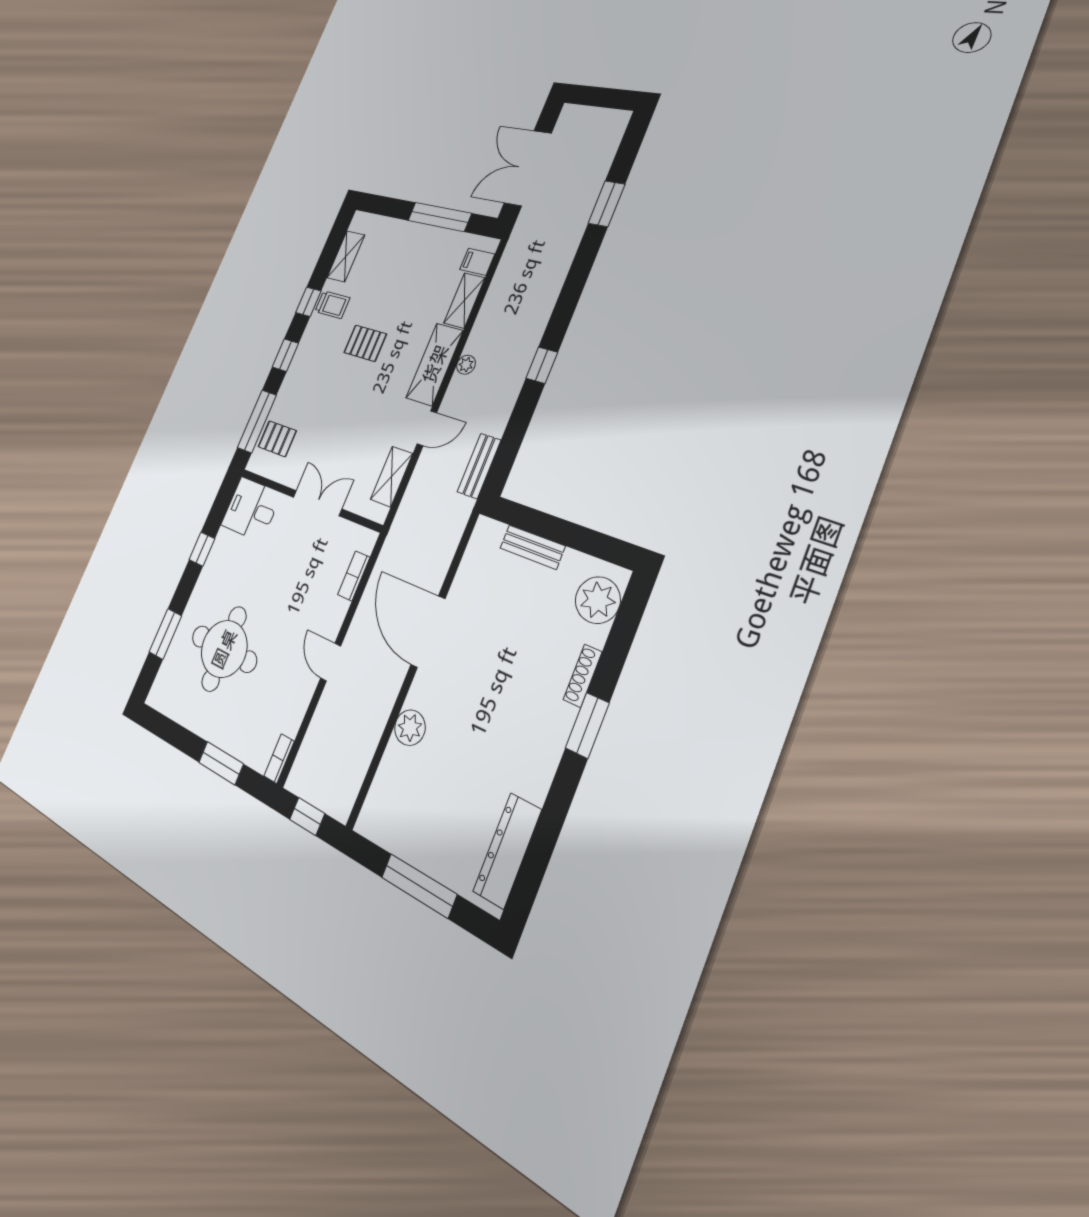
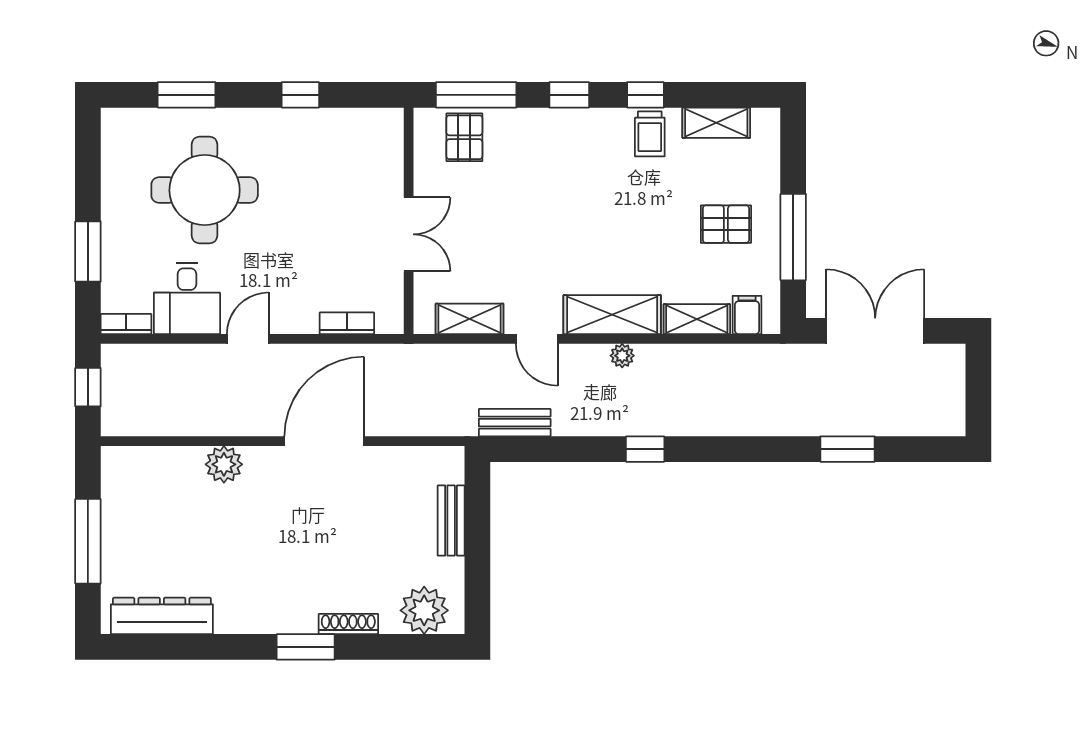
pallet: (365, 343) -> (726, 224), moved, turned 90
desk: (251, 509) -> (187, 298), moved, turned 180

